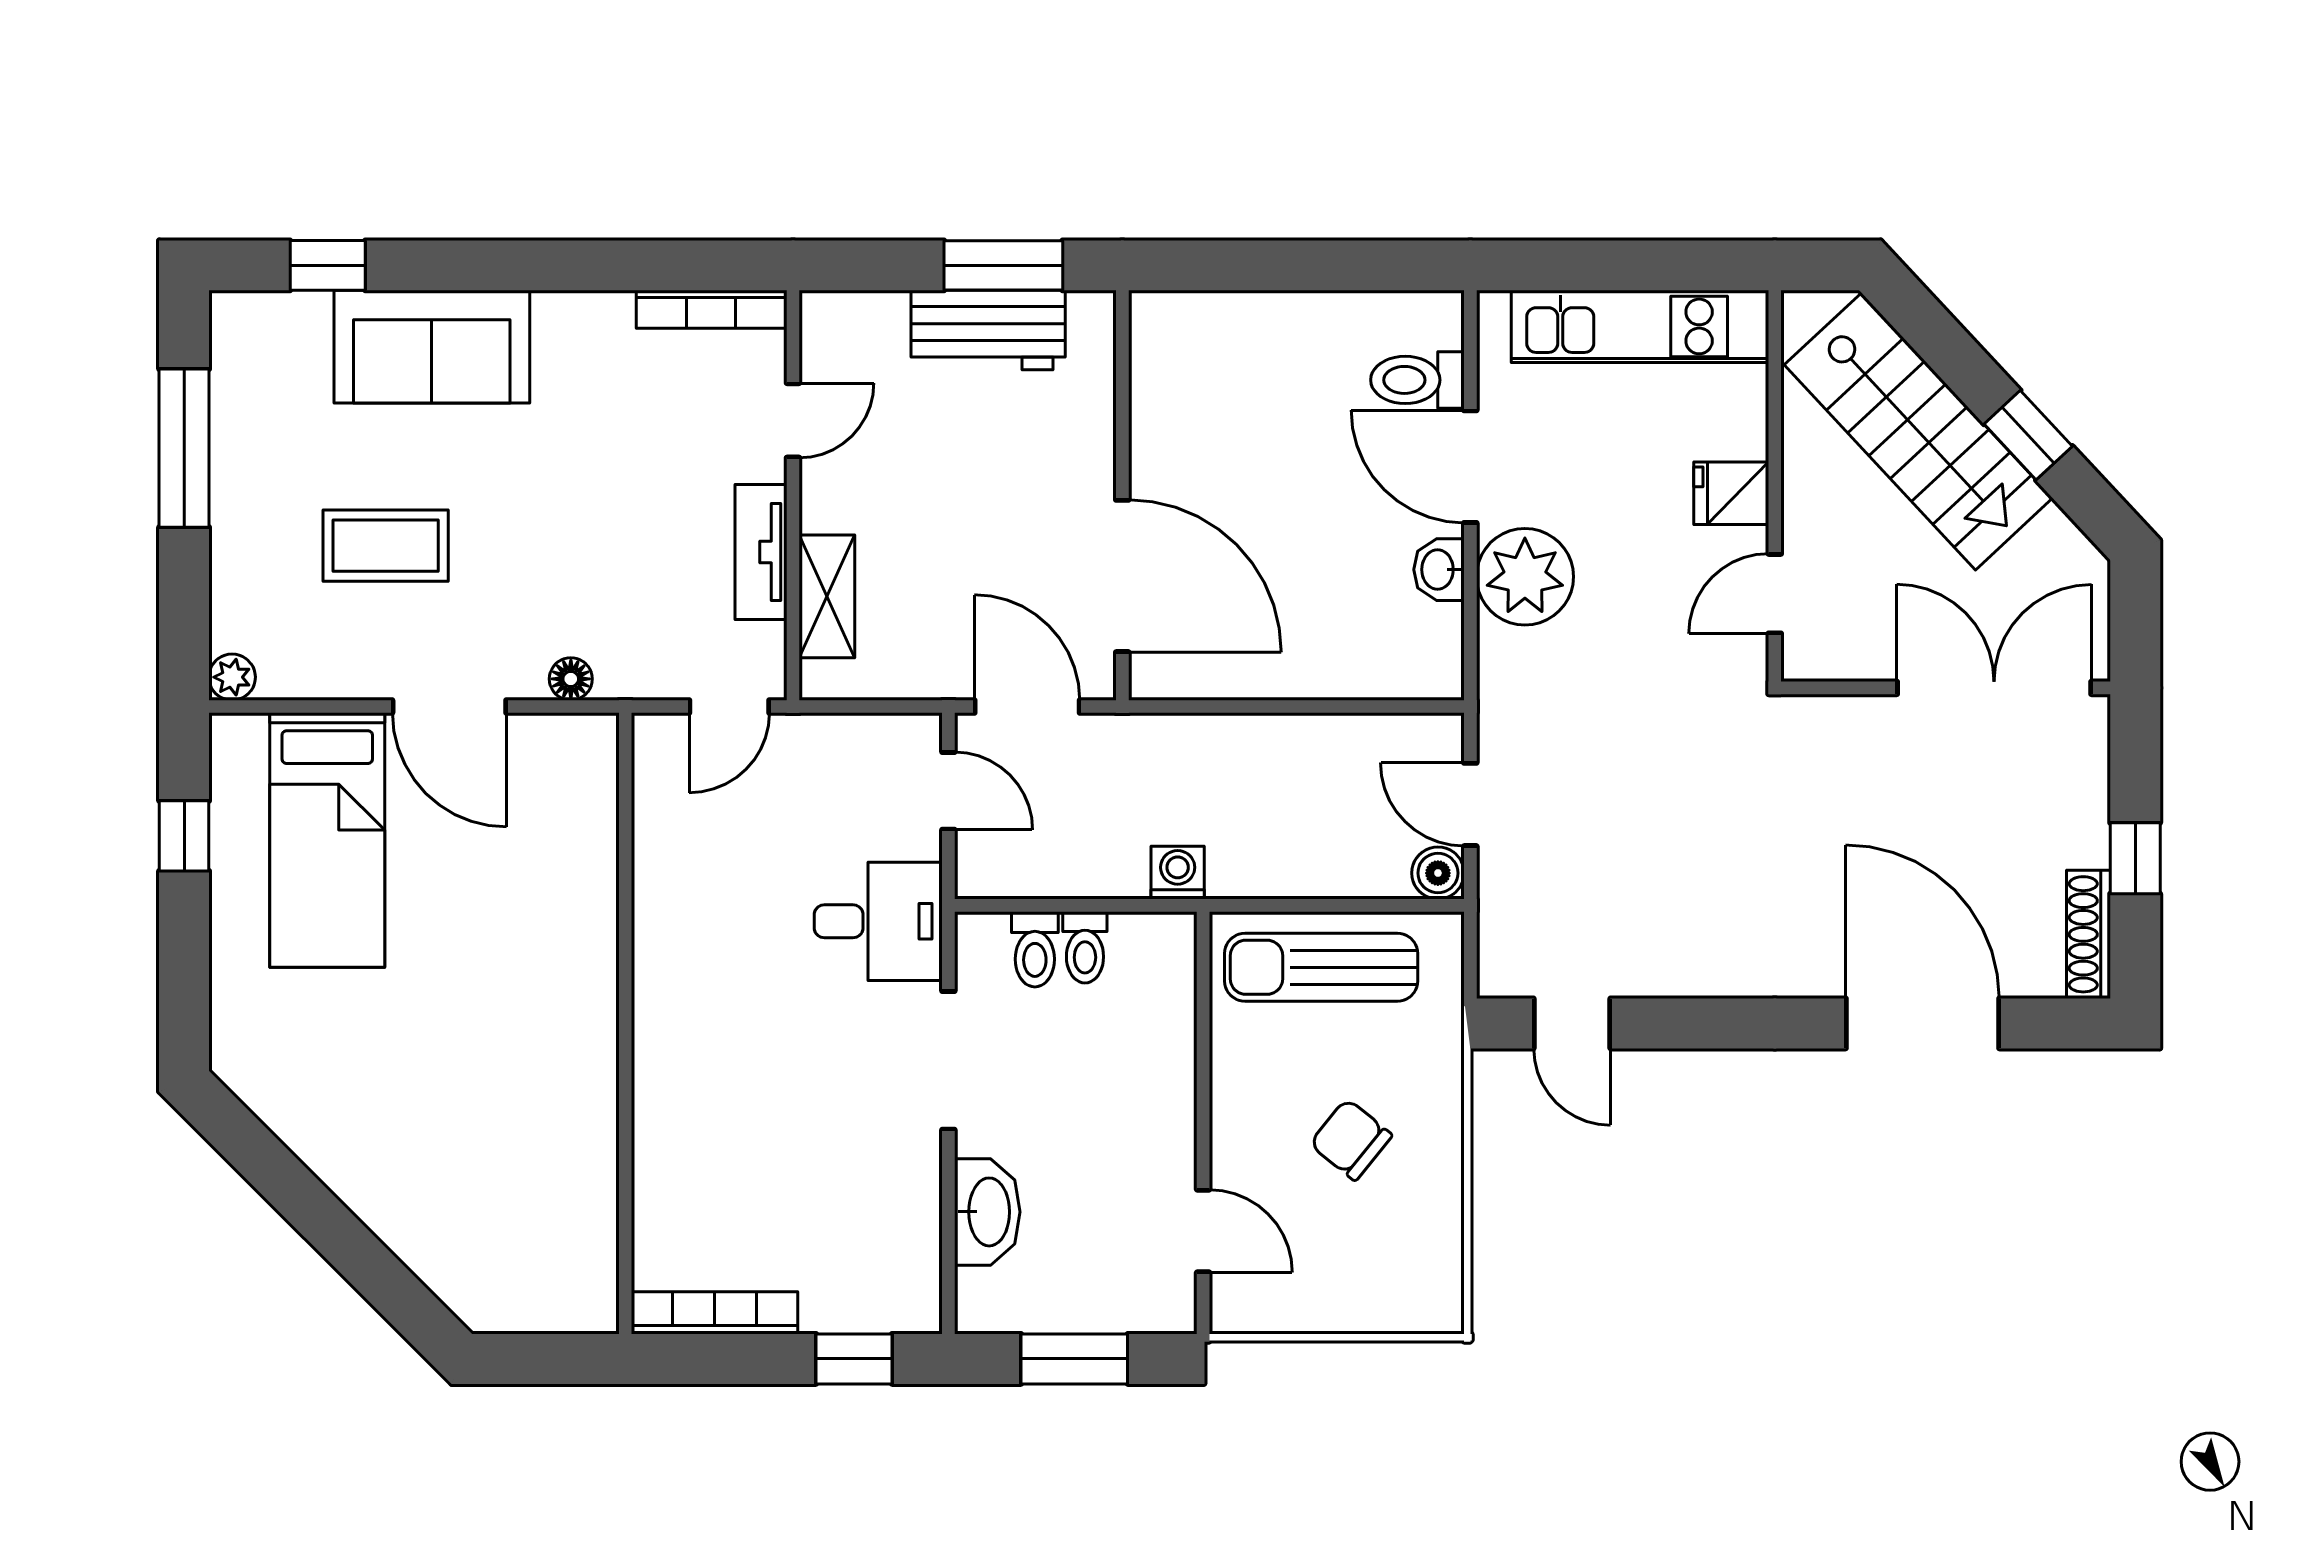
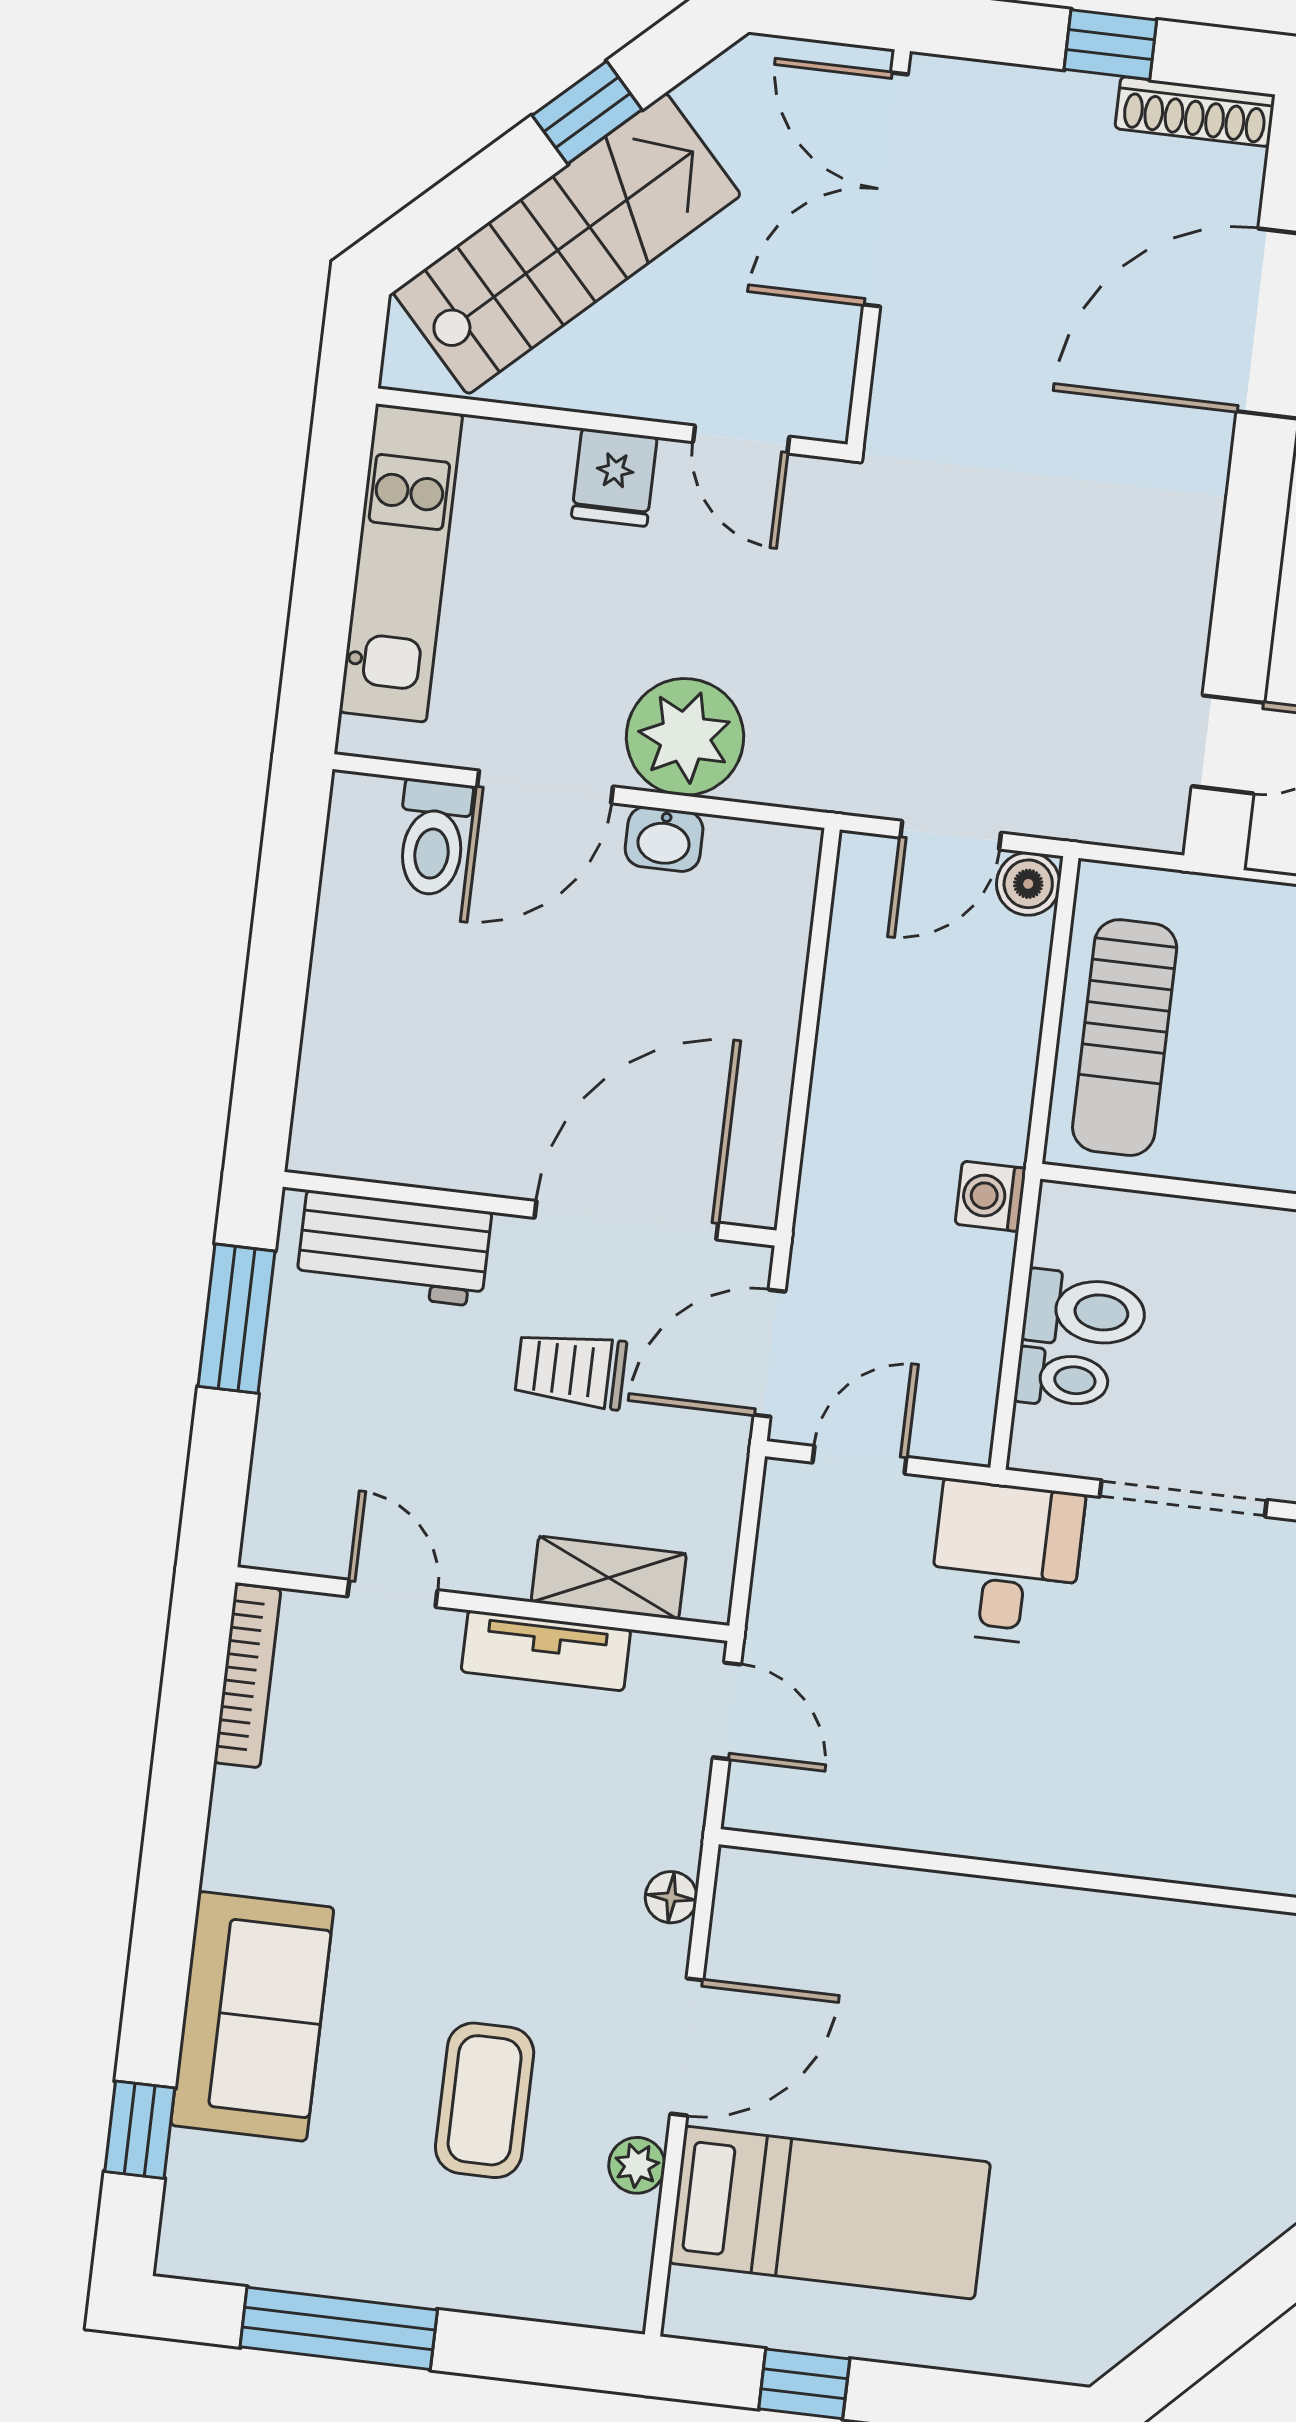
workbench: (988, 330) -> (394, 1249), moved, turned 90
trolley: (994, 545) -> (571, 1370), added
plant: (232, 677) -> (637, 2165), moved
toilet: (1085, 947) -> (1085, 1310), width x1.37, depth x1.39

